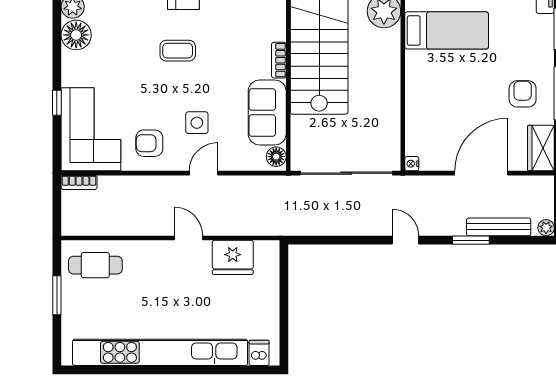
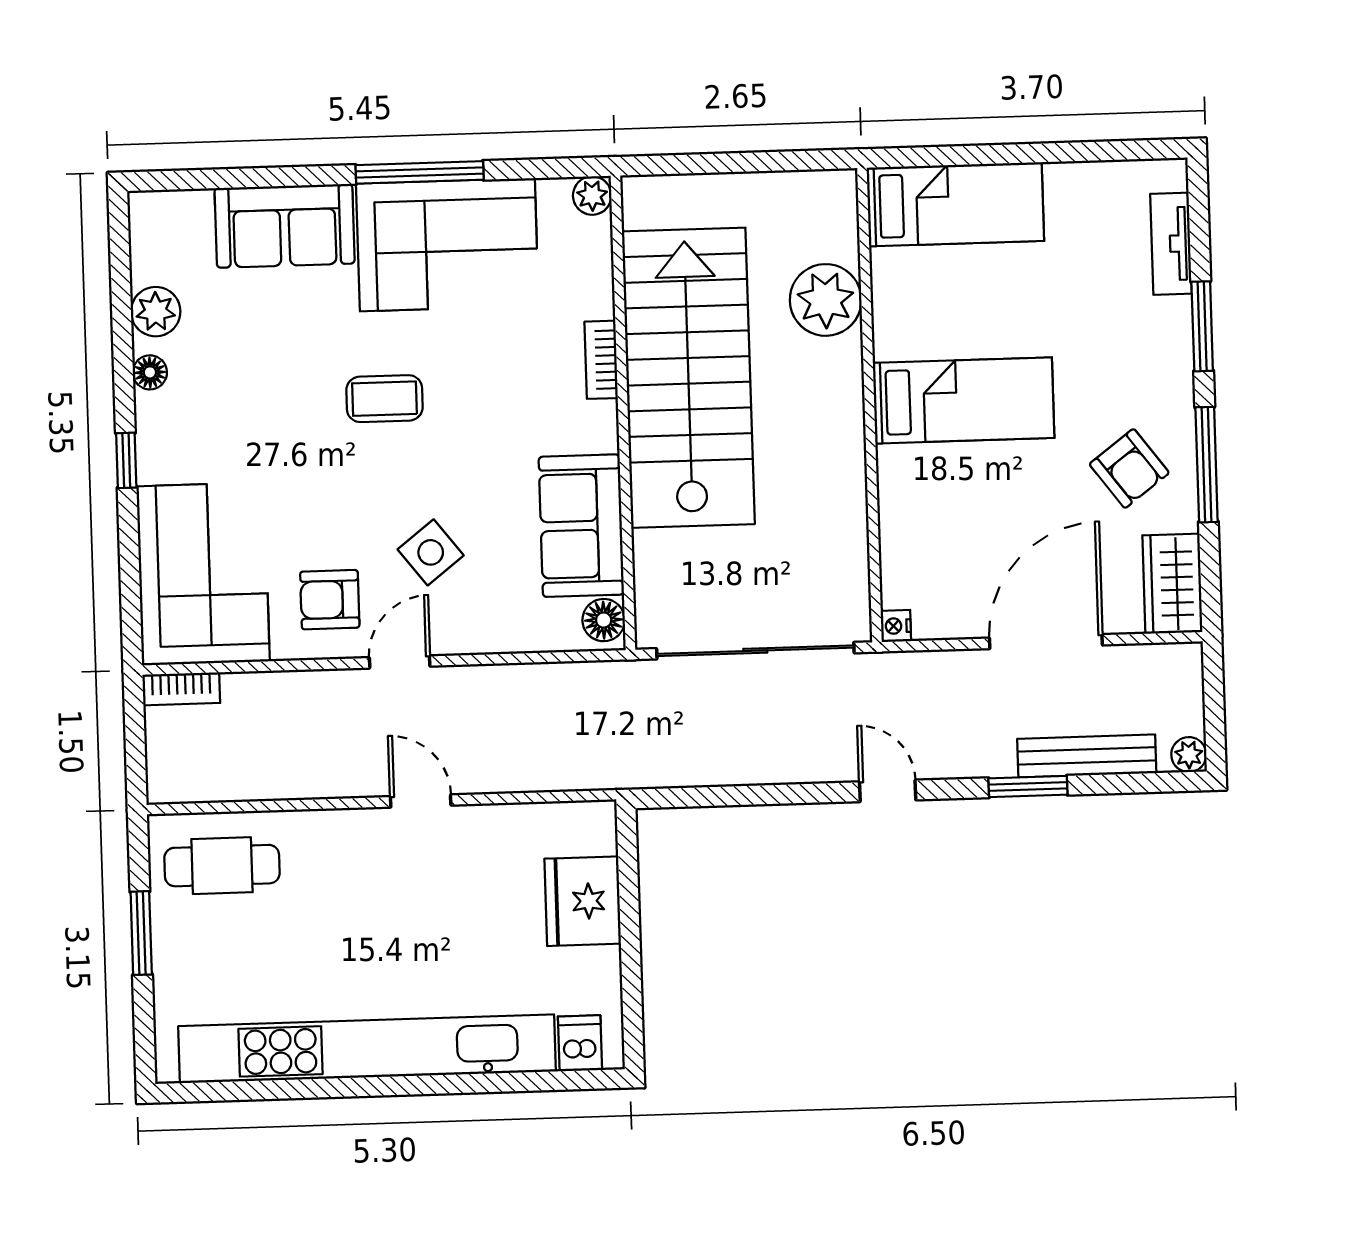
bed: (447, 30) -> (964, 400), moved
floor lamp: (76, 35) -> (150, 372), width x0.53, depth x0.53
bookcase: (279, 60) -> (601, 360), moved
armchair: (523, 94) -> (1129, 468), turned 143
window: (57, 103) -> (126, 460), moved
side table: (197, 123) -> (431, 552), turned -38
door: (204, 173) -> (400, 662), moved
fridge: (233, 257) -> (583, 901), moved, turned 90

